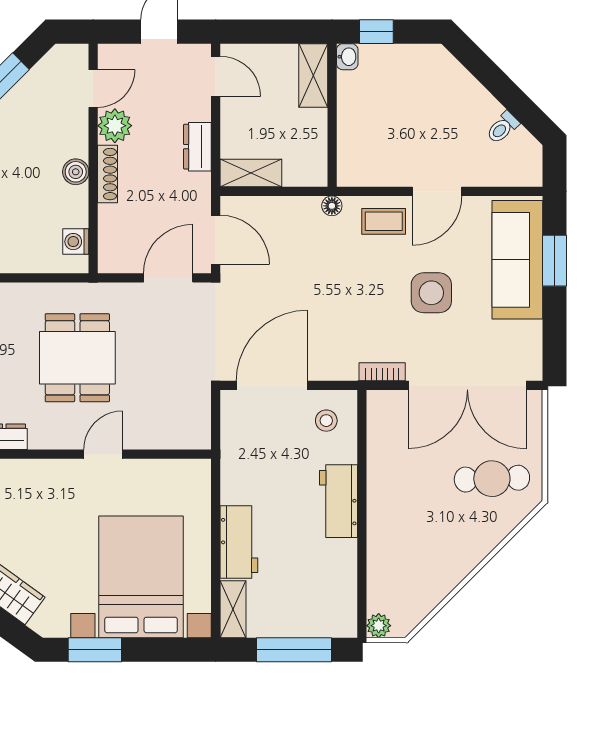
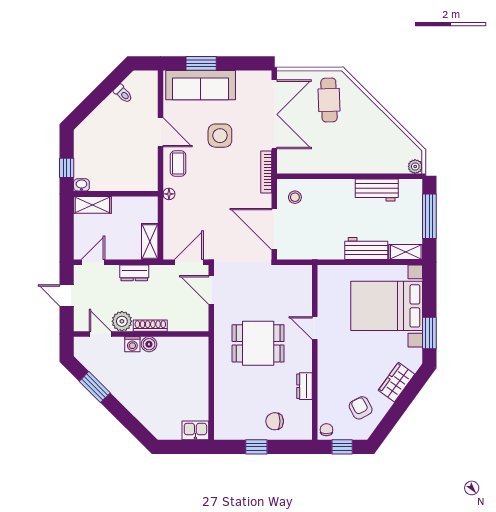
washing machine: (76, 242) -> (132, 344), moved
bookcase: (382, 372) -> (266, 172), width x1.56
workbench: (339, 501) -> (377, 190), moved

